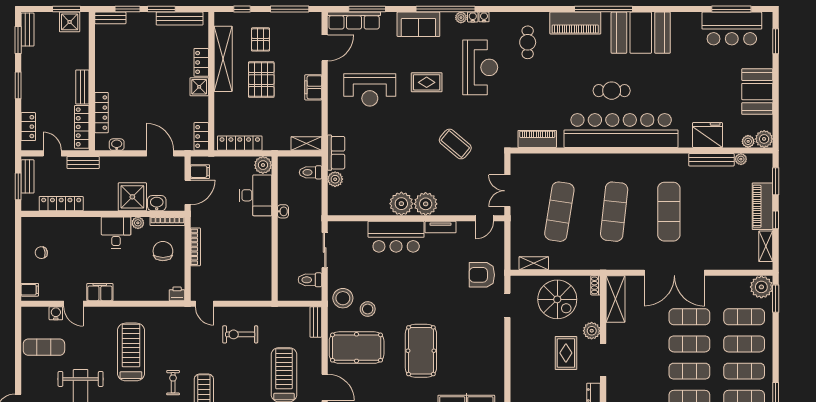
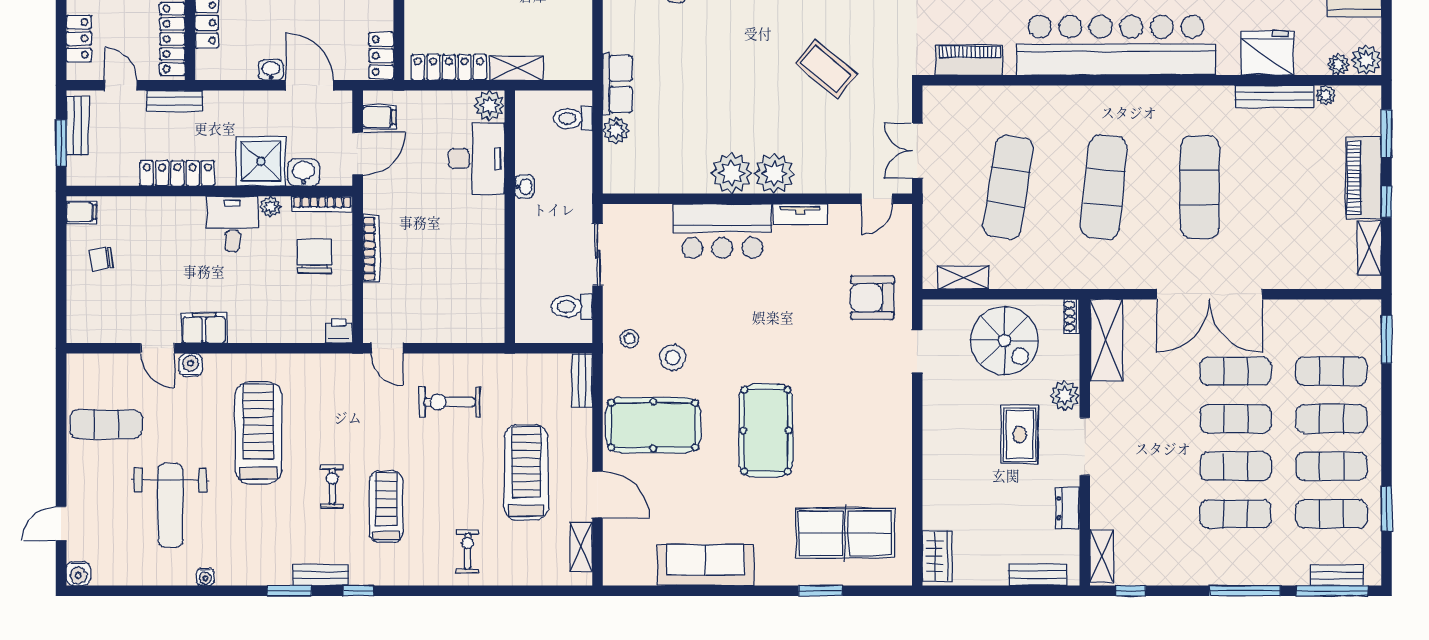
shelving: (306, 144) -> (516, 68), moved
washbasin: (117, 145) -> (271, 70), moved
locker: (61, 204) -> (177, 173), moved
plant: (761, 287) -> (1362, 319), removed
filing cabinet: (30, 290) -> (81, 212), moved
stool: (343, 298) -> (629, 339), width x0.53, depth x0.53
water cooler: (56, 313) -> (191, 365), moved

